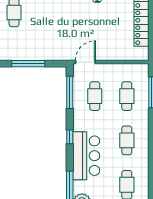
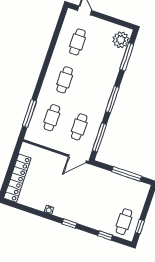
window: (70, 137) -> (112, 99), width x2.17
bar counter: (86, 156) -> (104, 79), removed

